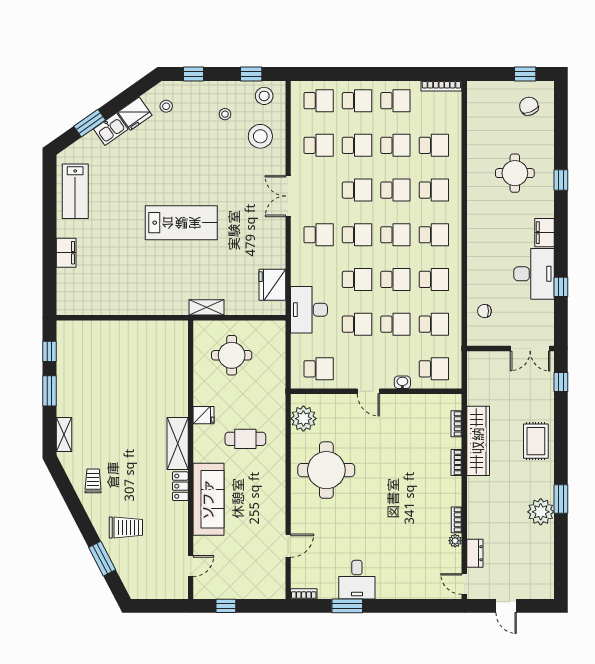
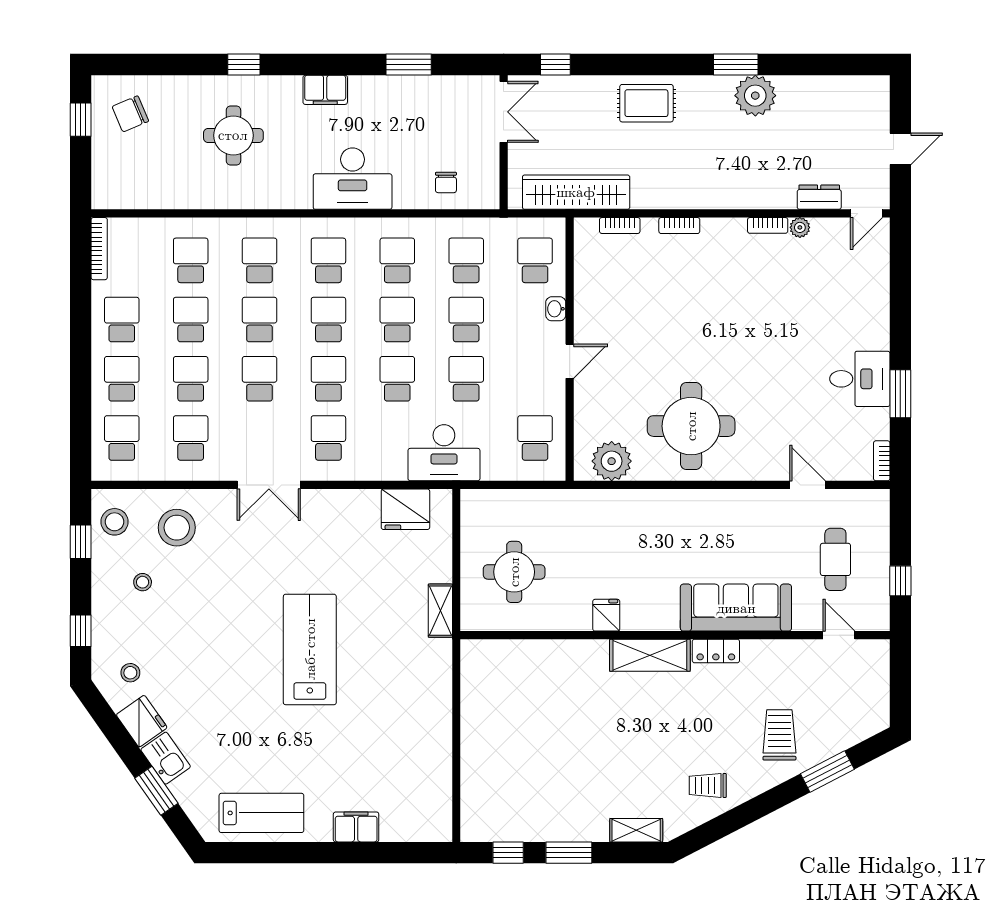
desk: (534, 274) -> (353, 179), moved, turned 180
window: (561, 287) -> (409, 65), width x1.50
cafe table: (245, 439) -> (835, 559), moved
wardrobe: (478, 441) -> (576, 192), moved

